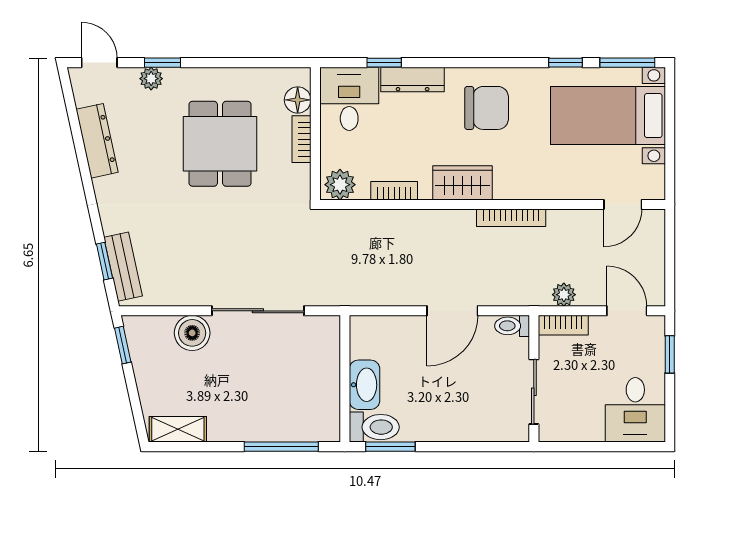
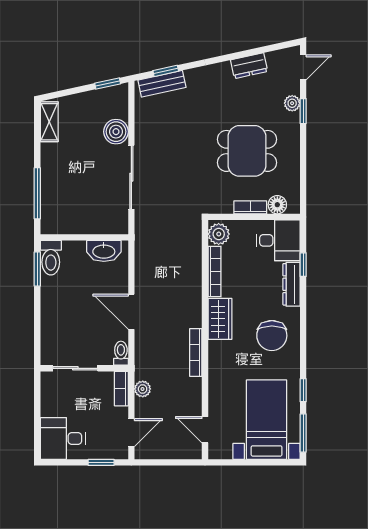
dresser: (97, 141) -> (249, 66), width x0.70
bookcase: (394, 191) -> (214, 272), width x1.56
washbasin: (364, 385) -> (104, 251), moved

